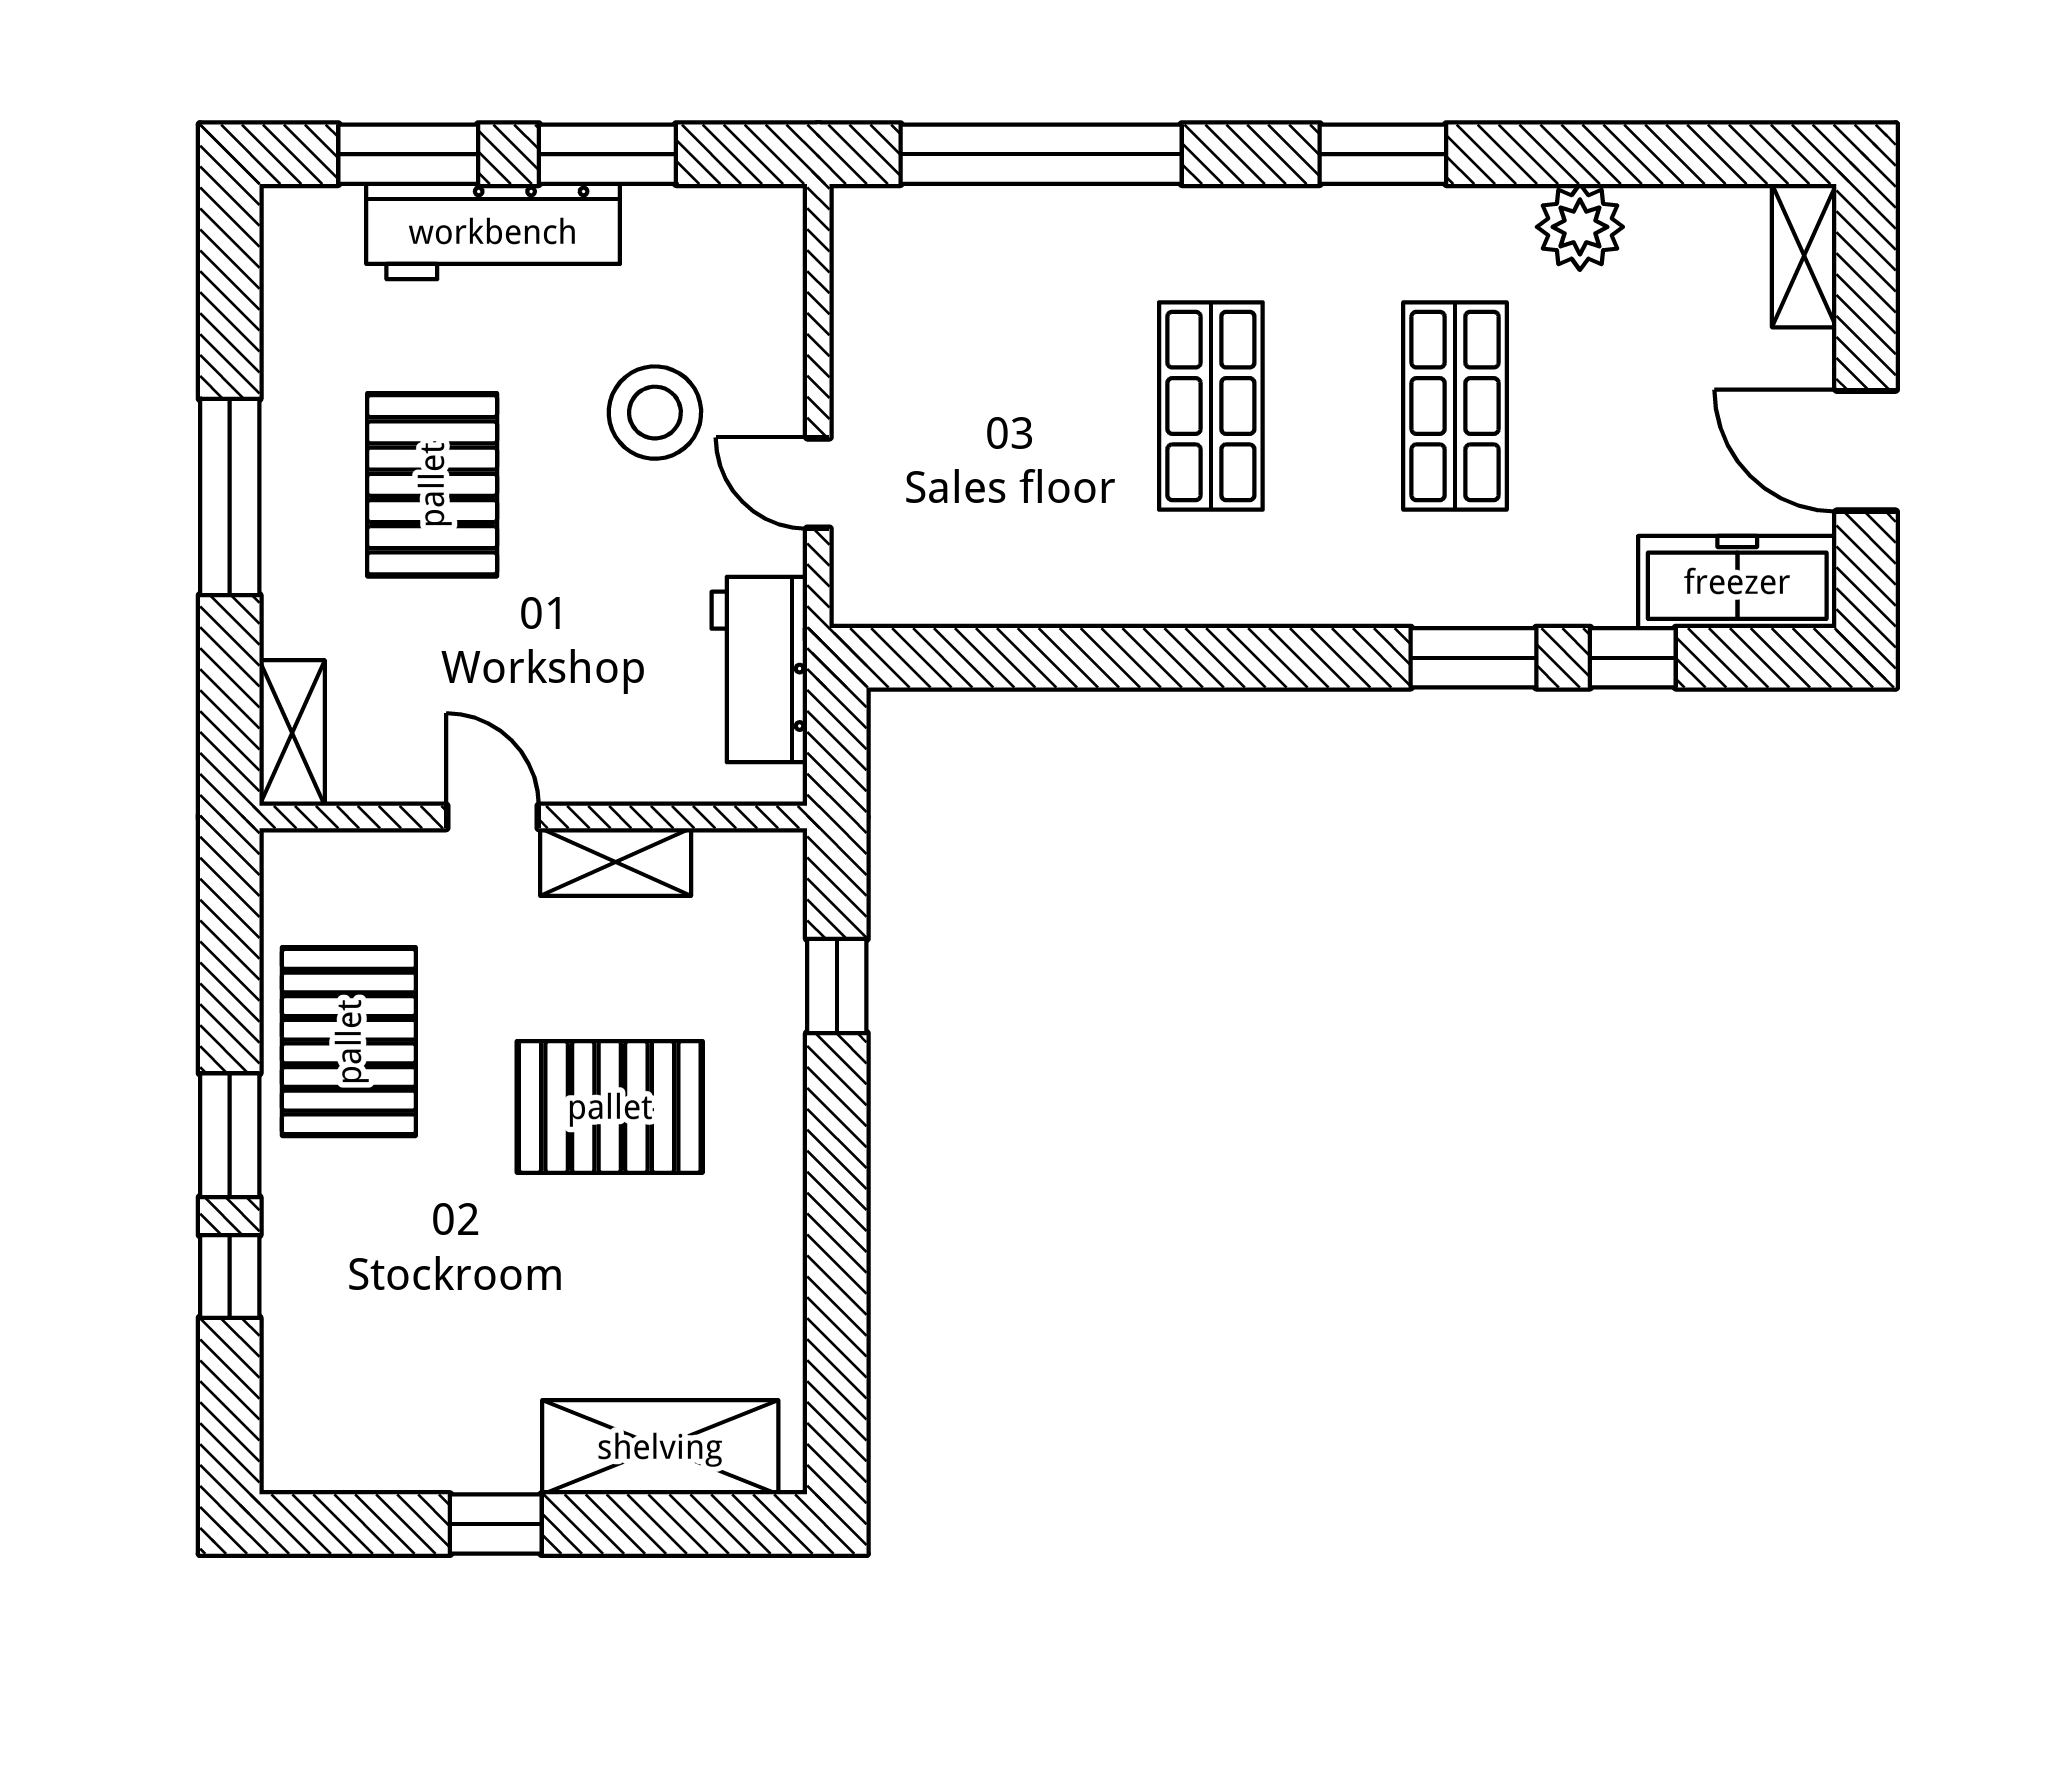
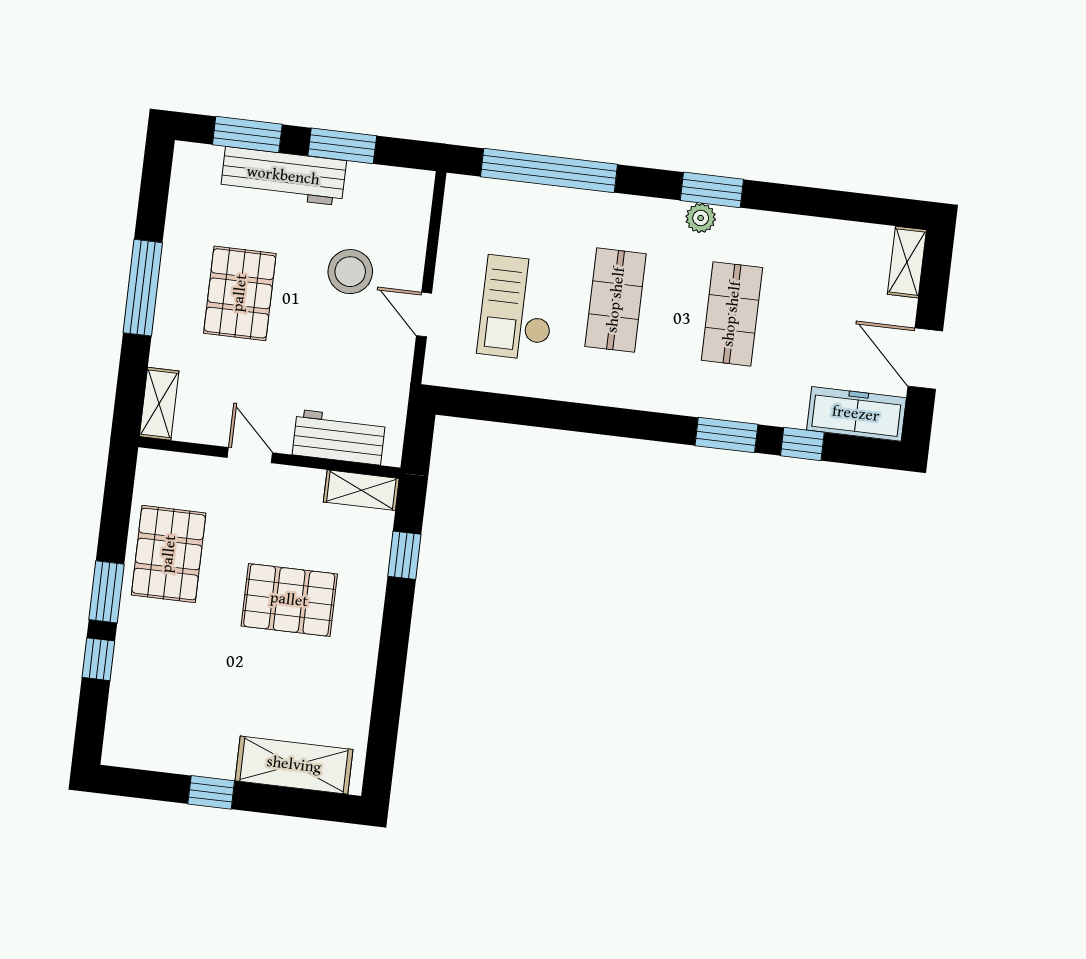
plant: (1580, 227) -> (701, 218), moved, width x0.73, depth x0.73
checkout: (1010, 447) -> (517, 308), added
workbench: (759, 670) -> (339, 437), moved, turned 90
shelving: (616, 862) -> (361, 490), moved

